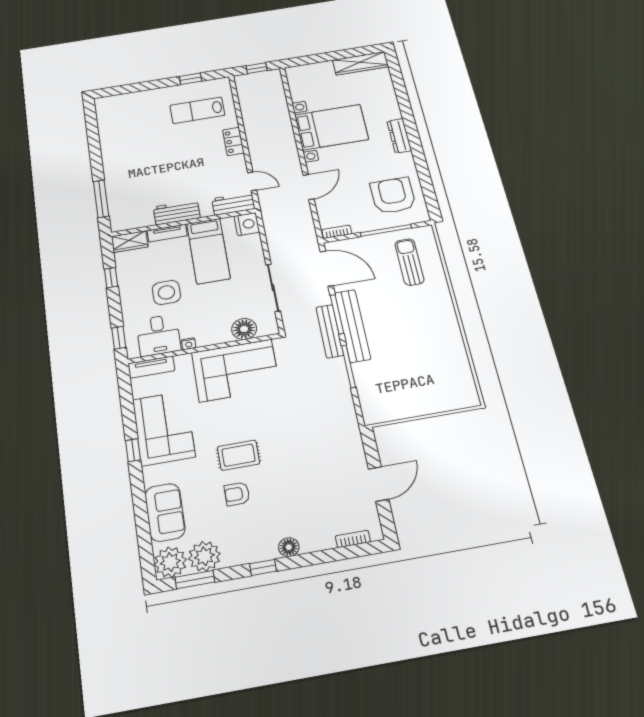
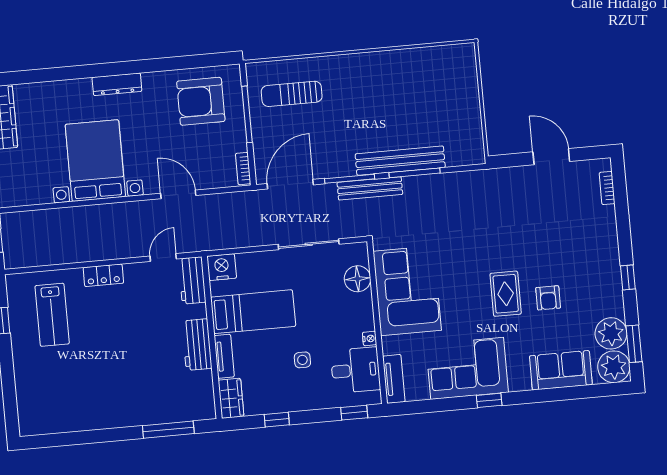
side table: (166, 292) -> (302, 360), width x0.54, depth x0.54
bench: (352, 326) -> (400, 161), moved
floor lamp: (289, 547) -> (609, 251), removed

